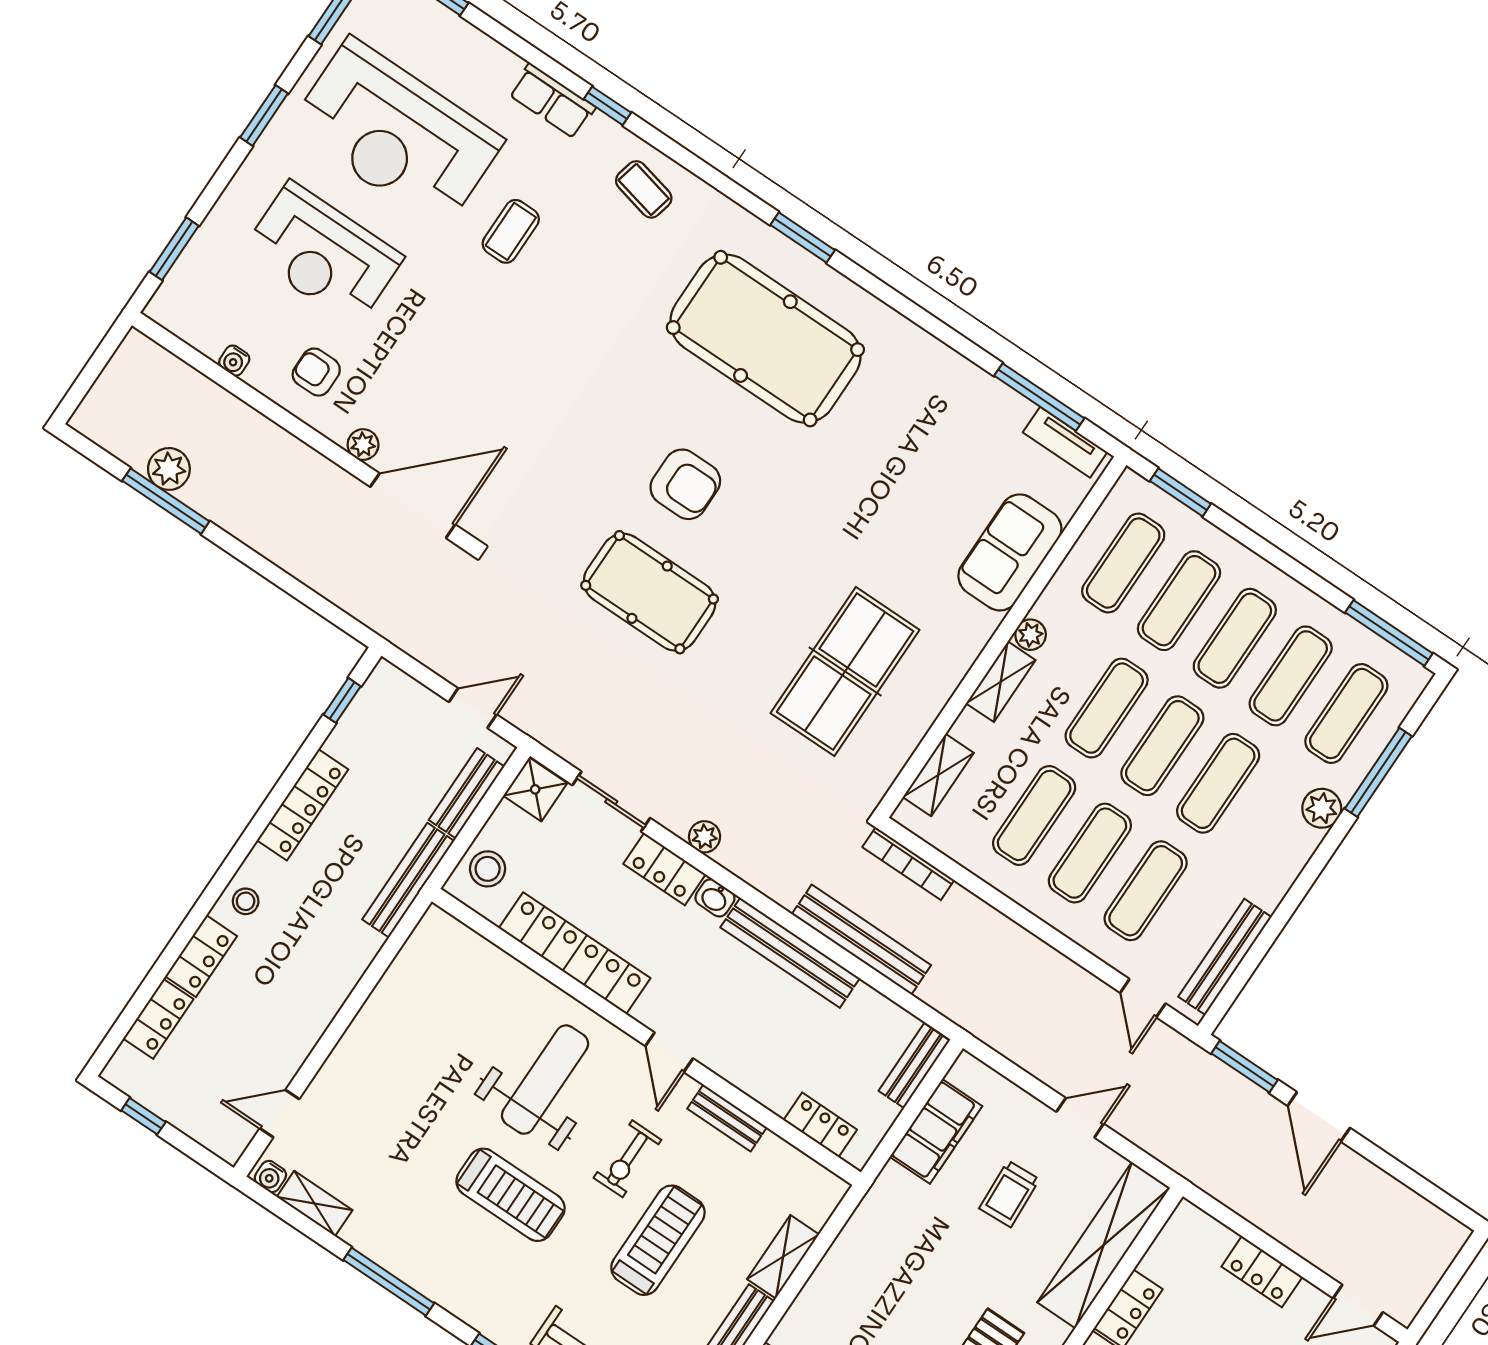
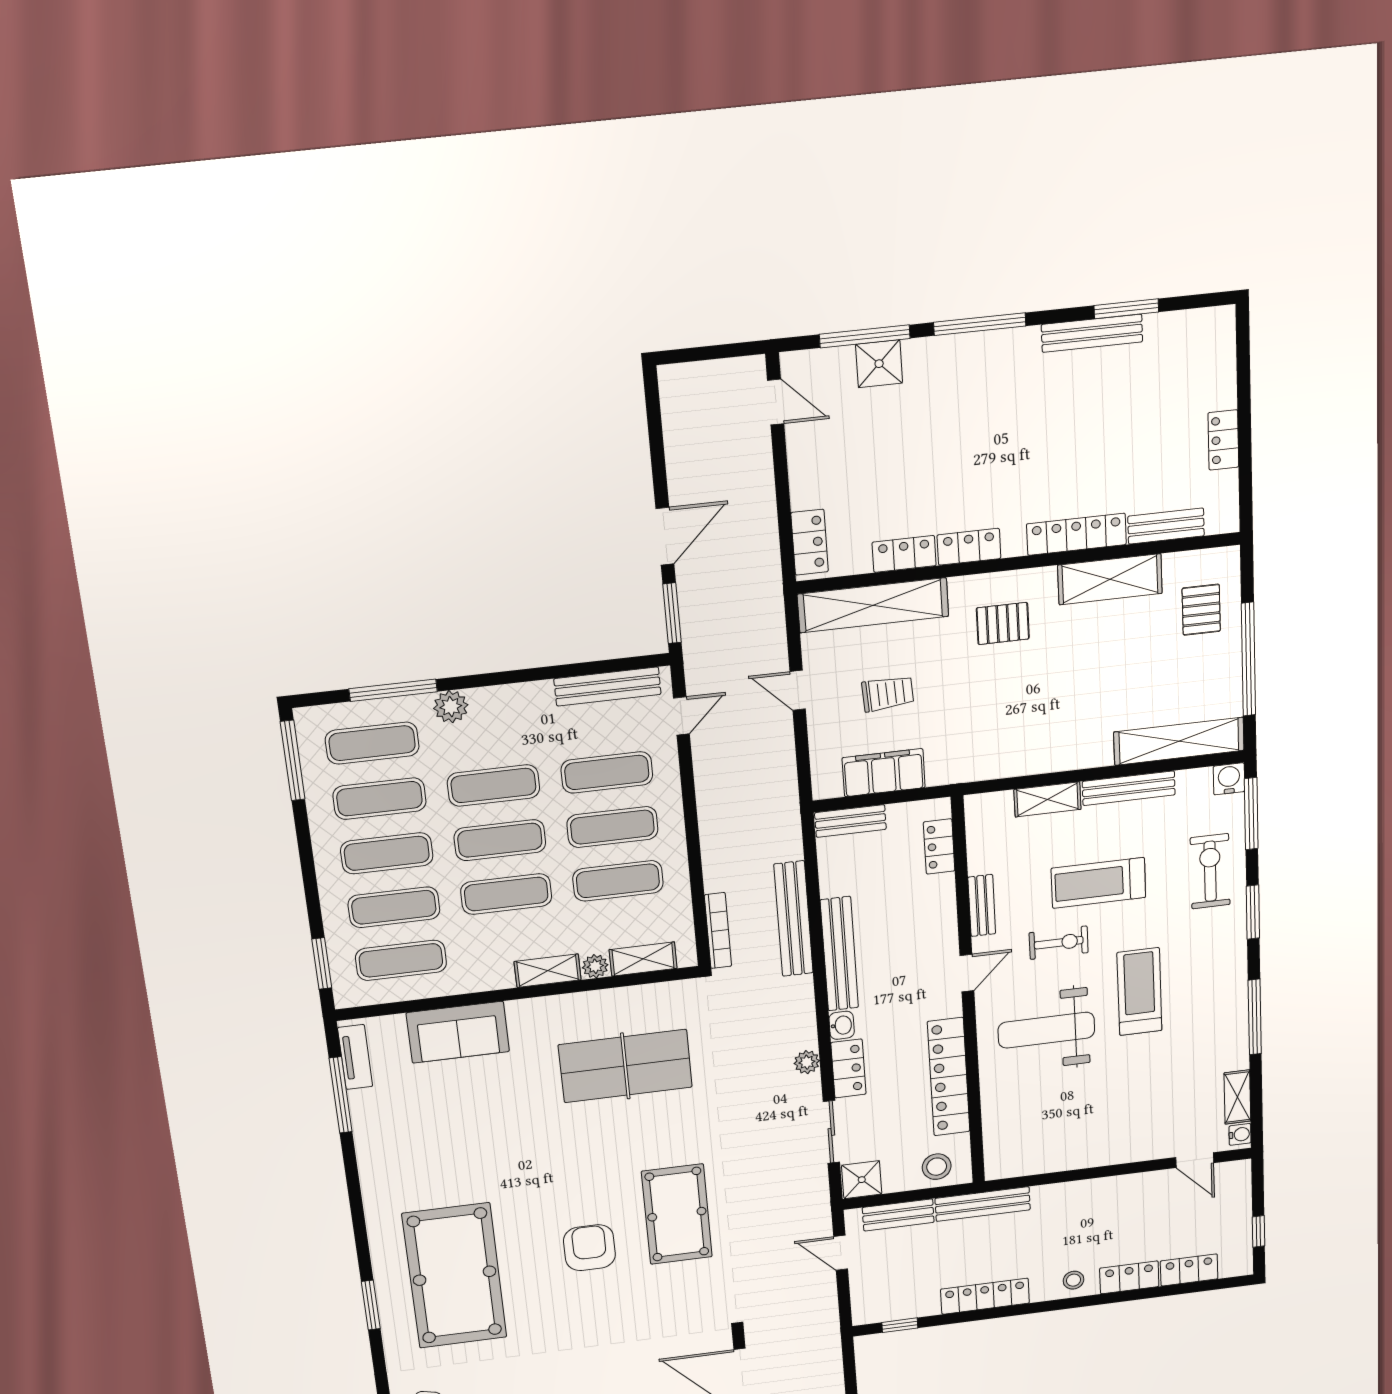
plant: (1031, 635) -> (595, 966), moved
locker: (1262, 1272) -> (810, 542), moved

